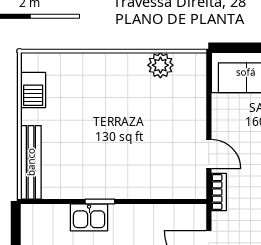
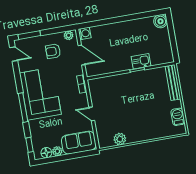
door: (209, 154) -> (92, 114), moved

